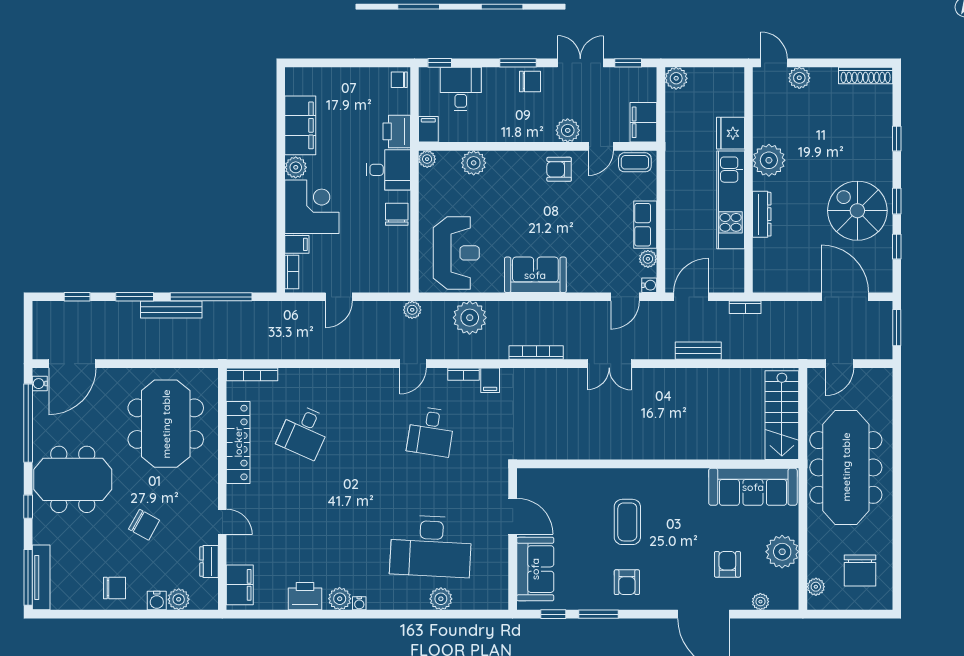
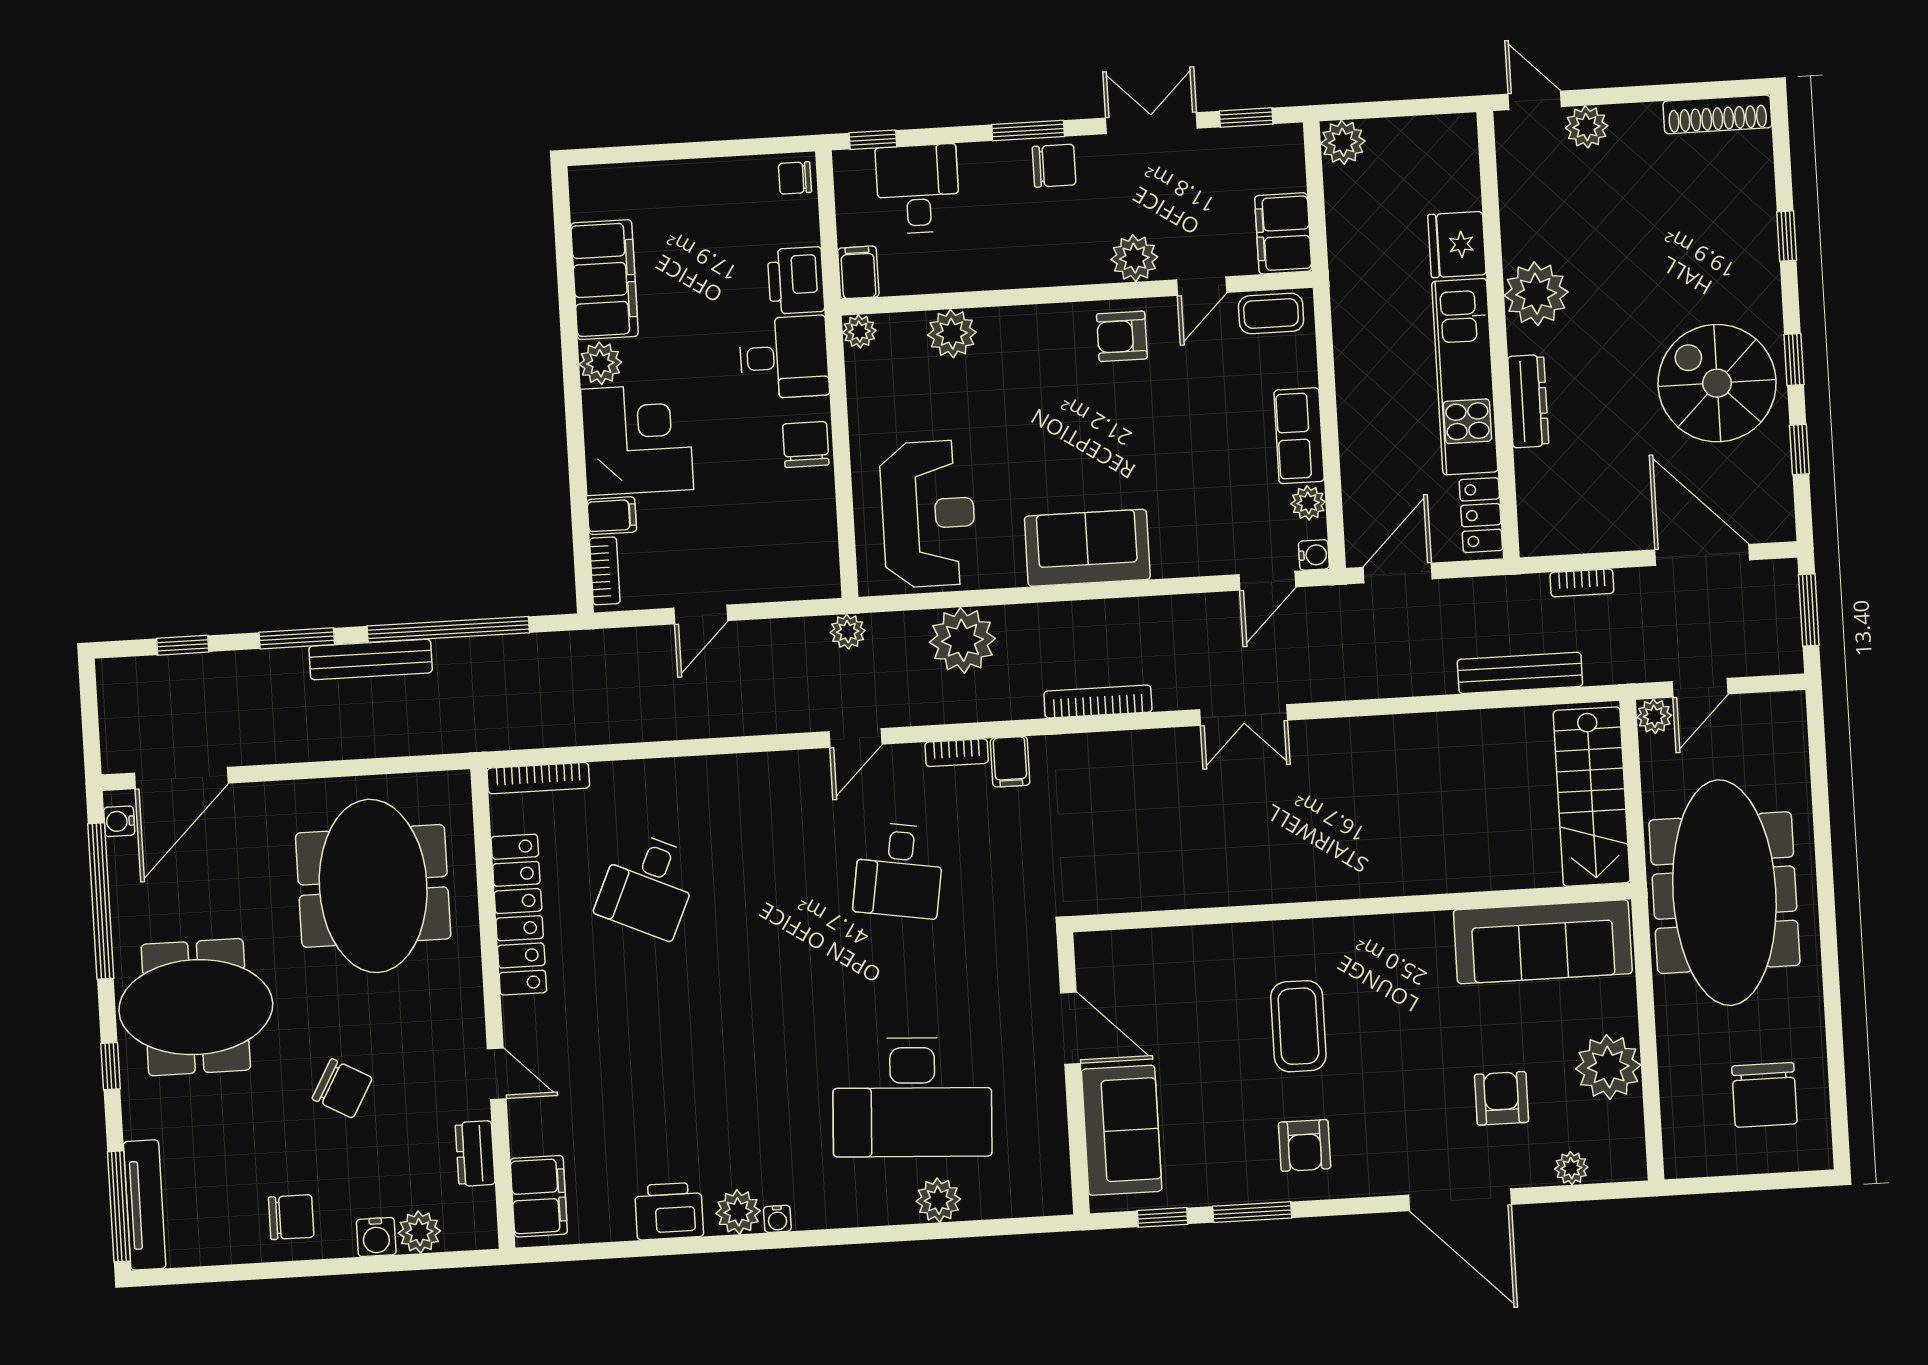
locker: (734, 270) -> (1481, 515), added
bookcase: (745, 307) -> (1582, 583), moved
bench: (698, 351) -> (1520, 673), moved, width x1.36
plant: (816, 587) -> (1654, 716), moved

